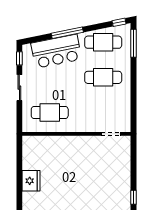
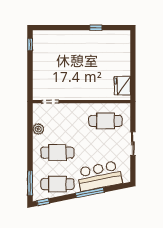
window: (19, 58) -> (133, 170), removed
plant: (124, 103) -> (38, 129), added
fridge: (31, 181) -> (122, 86), moved

